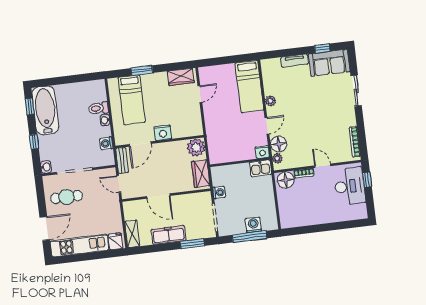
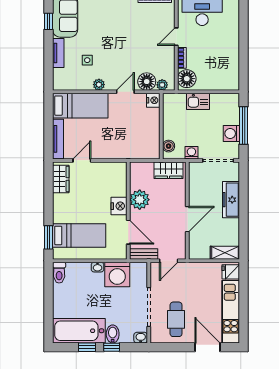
tv unit: (217, 70) -> (58, 139), added
window: (142, 71) -> (49, 237), moved
side table: (291, 88) -> (87, 60), added
door: (200, 94) -> (82, 160), hinge flipped
window: (30, 107) -> (87, 347), moved
toilet: (98, 108) -> (59, 273), moved
door: (267, 126) -> (125, 92), hinge flipped
bidet: (46, 141) -> (113, 334), added
washing machine: (106, 143) -> (117, 275), width x1.89, depth x1.89
plant: (196, 147) -> (140, 200), moved
kitchen sink: (261, 168) -> (198, 101), moved, turned 90
boiler: (223, 171) -> (169, 146), added
washing machine: (253, 225) -> (231, 133), moved
freezer: (169, 235) -> (231, 200), moved
window: (192, 244) -> (244, 189), removed

